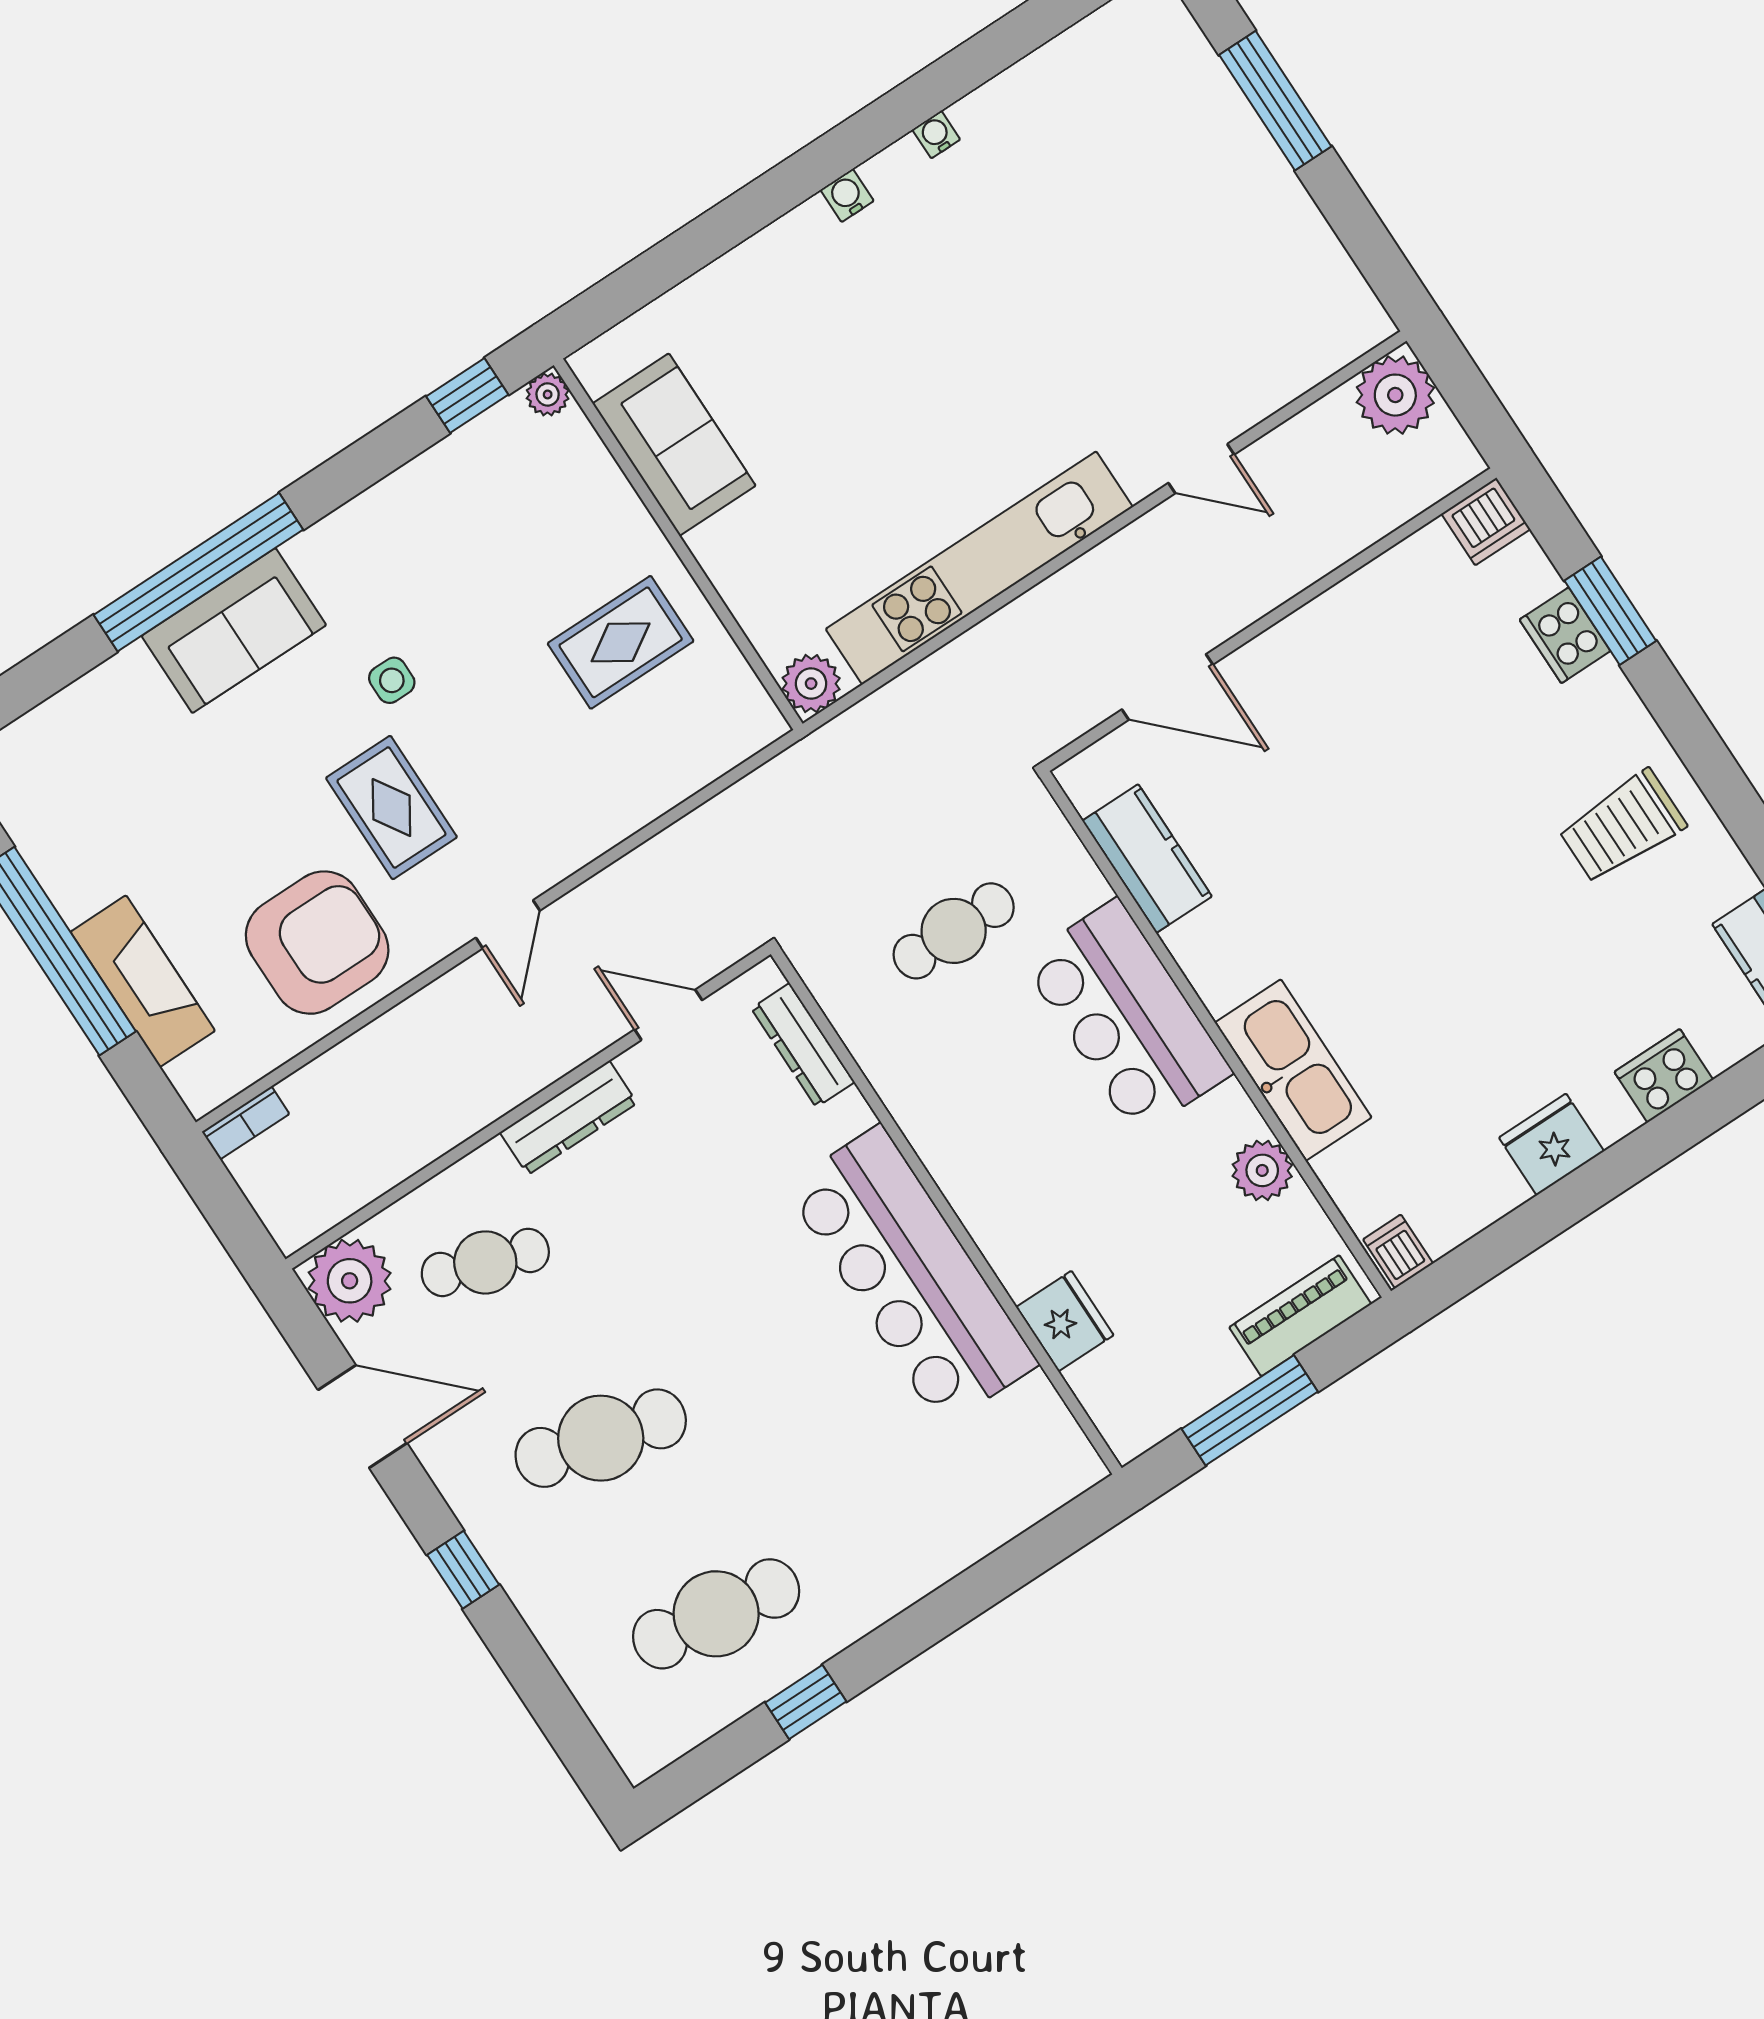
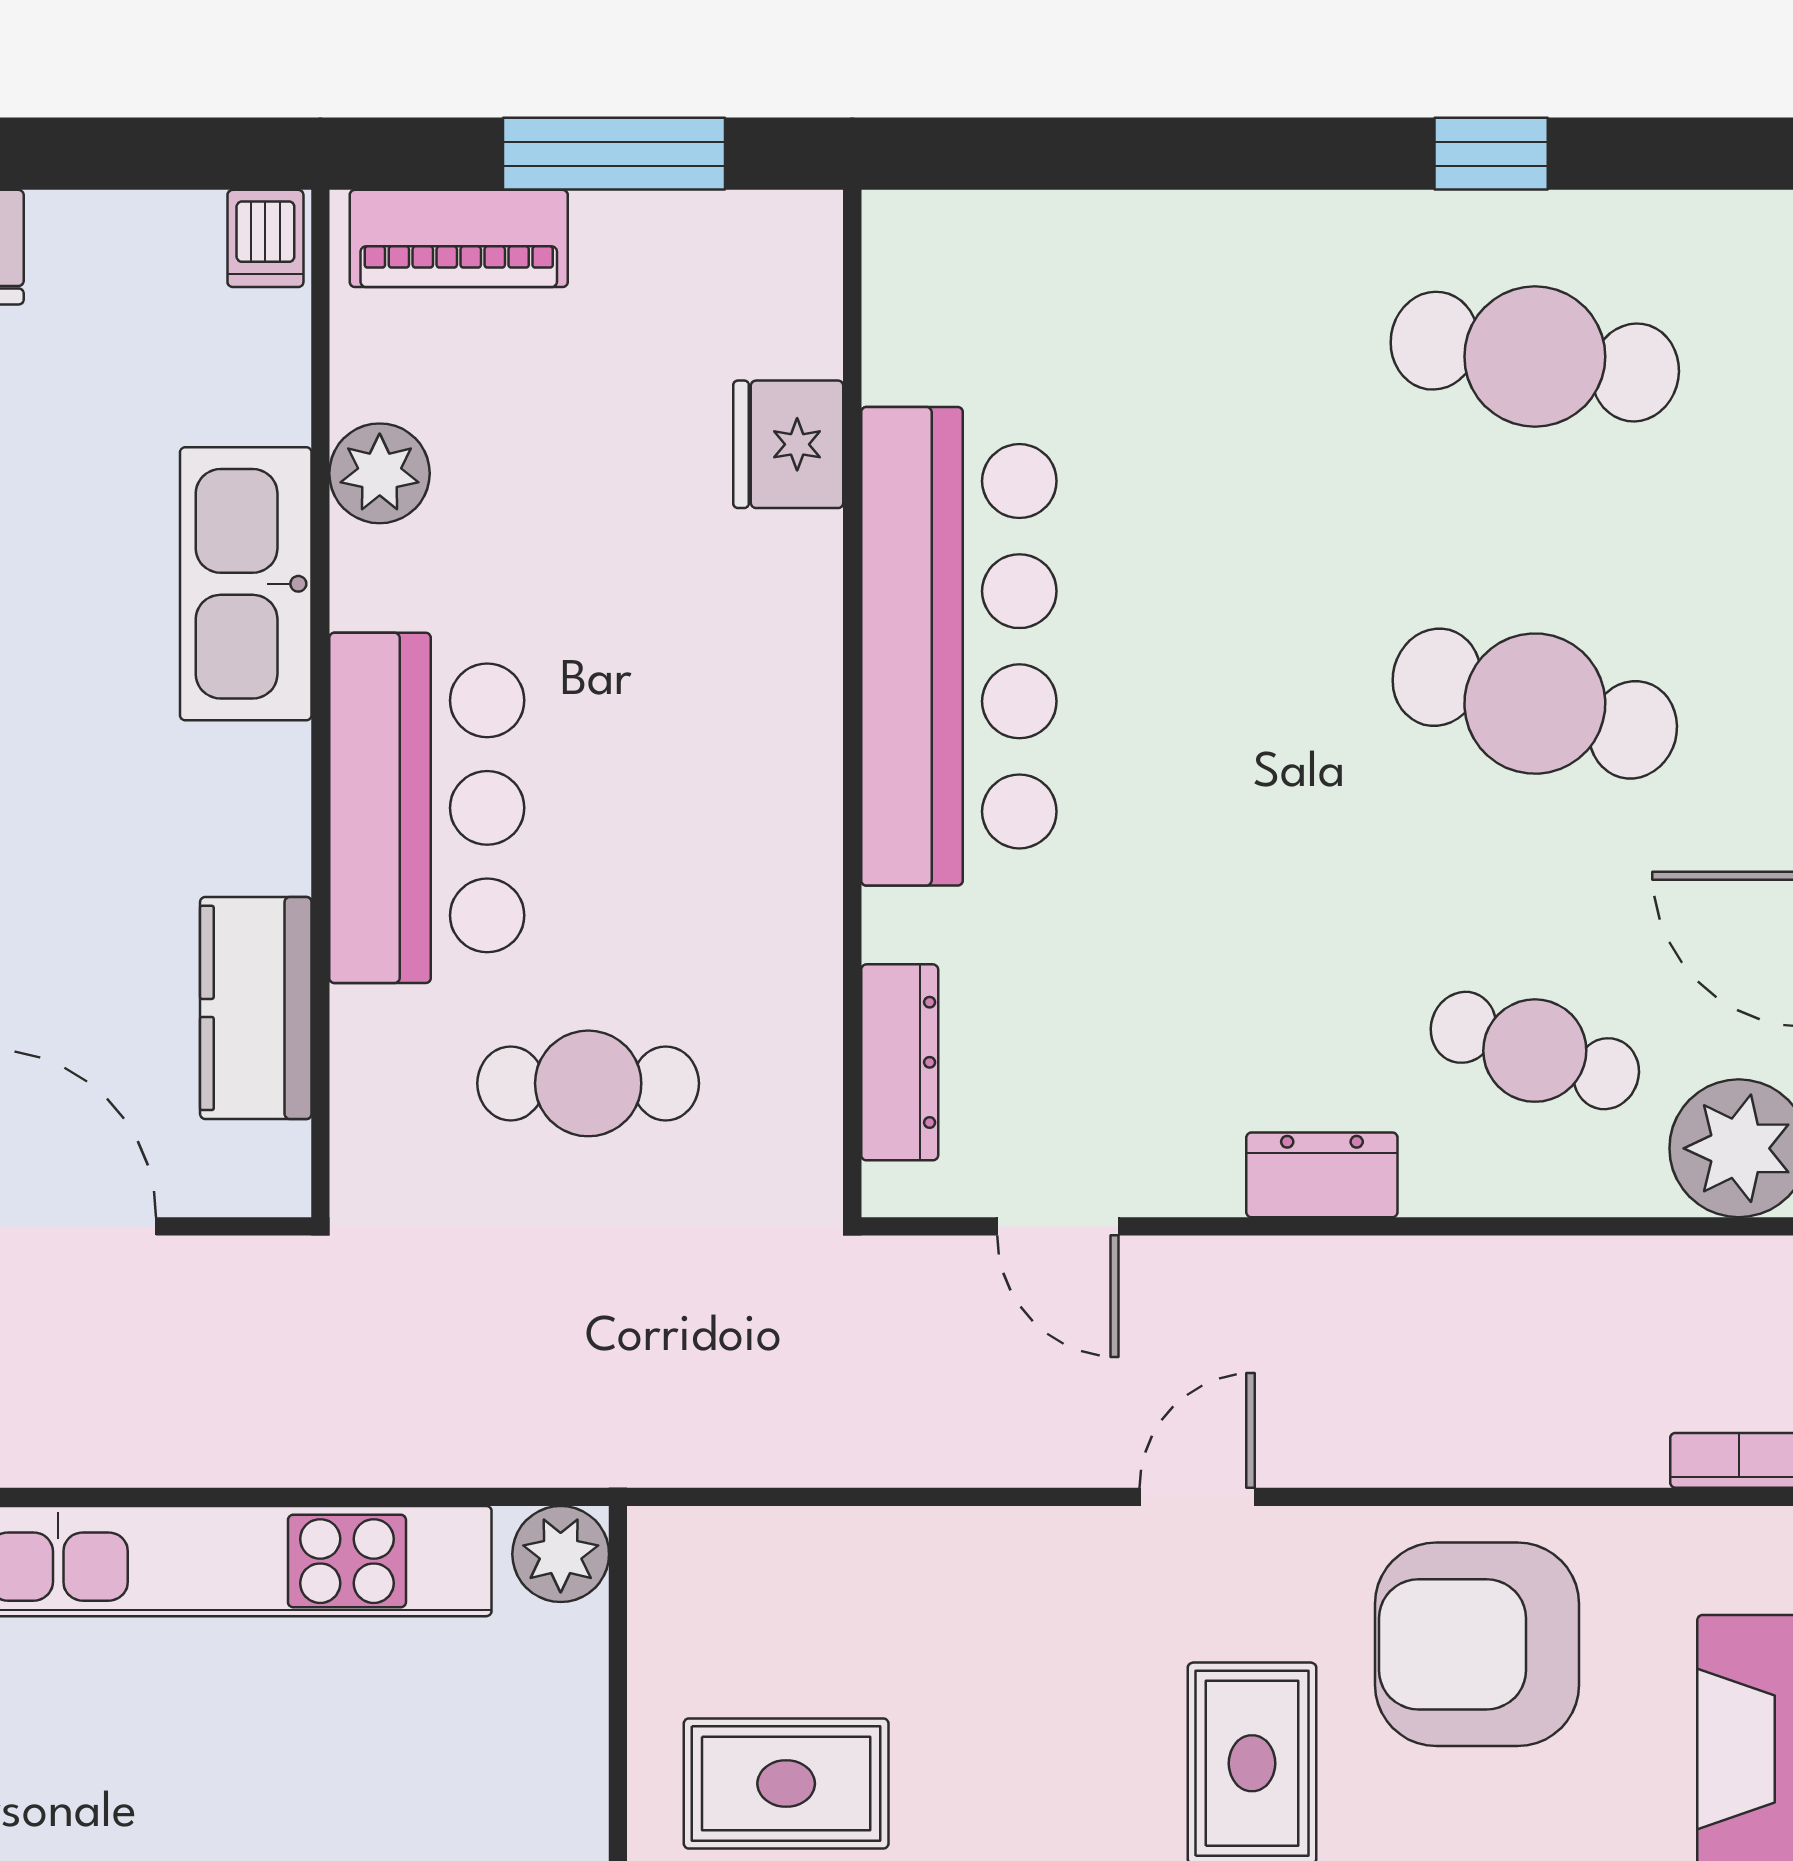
dresser: (568, 1118) -> (1322, 1175), width x0.70

